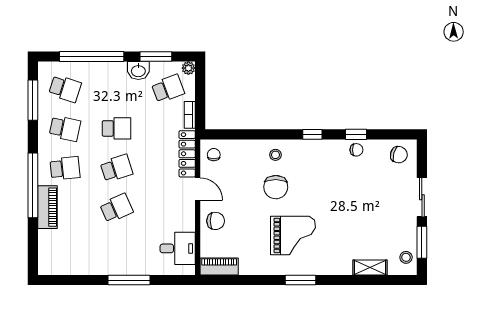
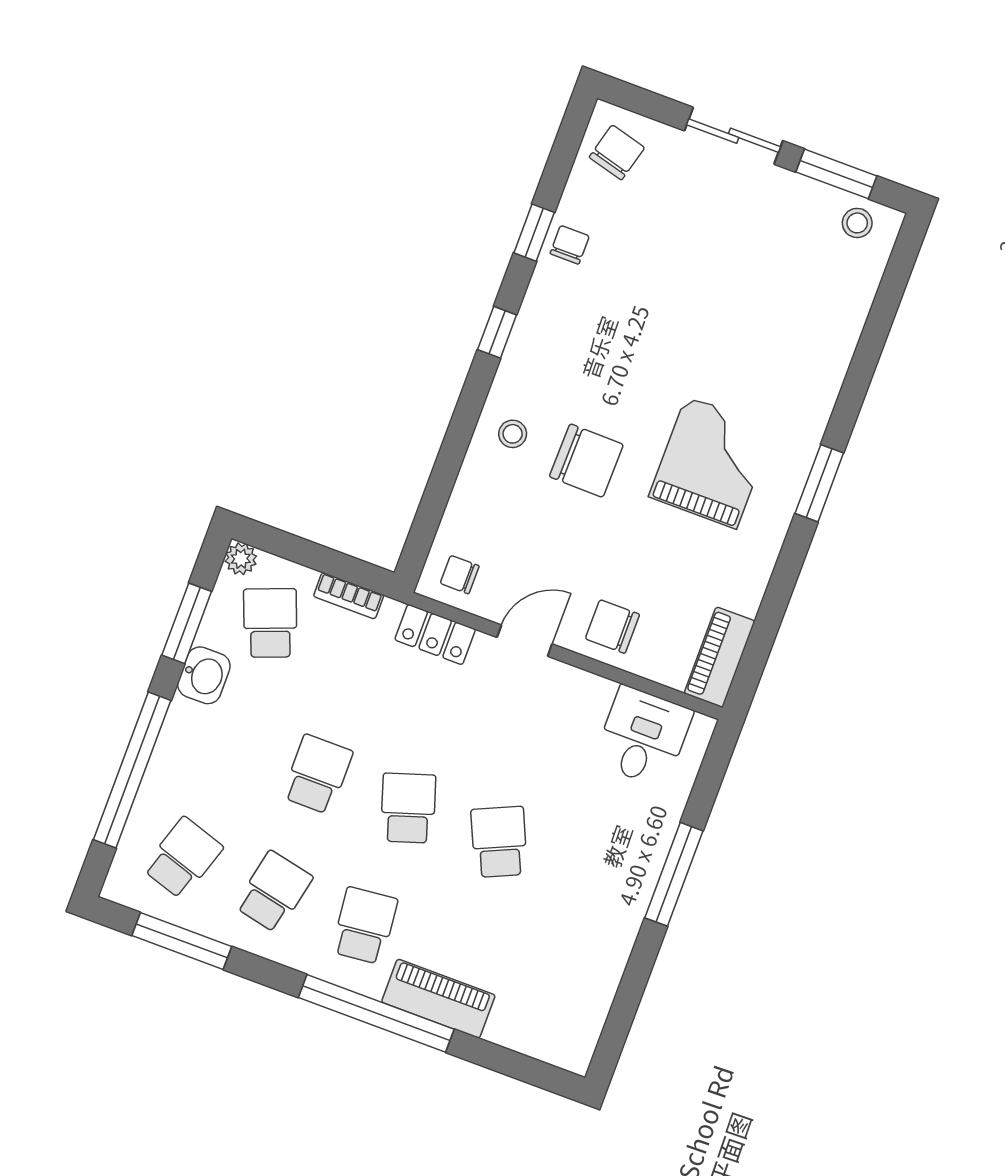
locker: (187, 154) -> (435, 634), width x0.66
chair: (216, 221) -> (612, 627), turned -90
shelving: (370, 267) -> (850, 314), removed

